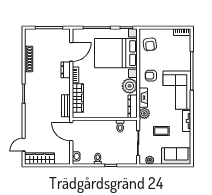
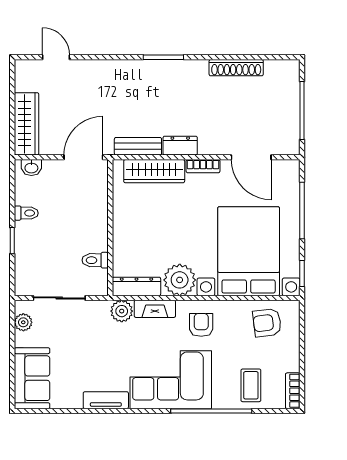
dresser: (66, 70) -> (180, 146), moved
coffee table: (161, 131) -> (251, 385), moved
wardrobe: (40, 159) -> (27, 124), moved

